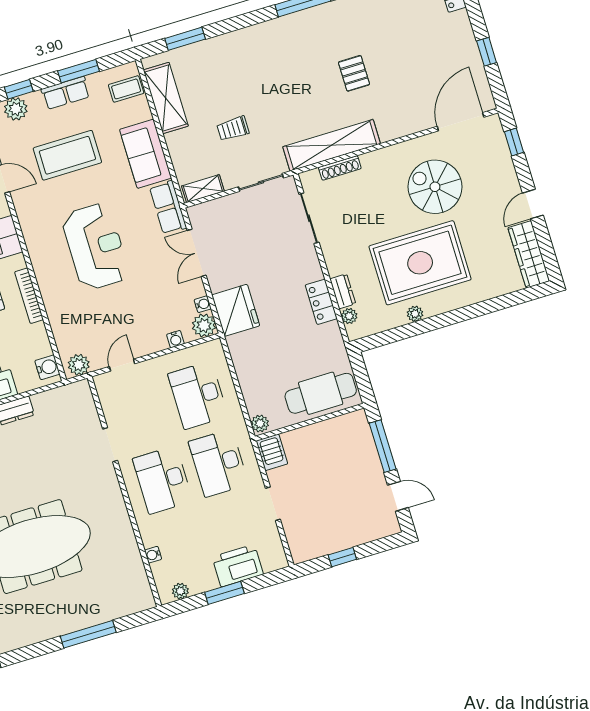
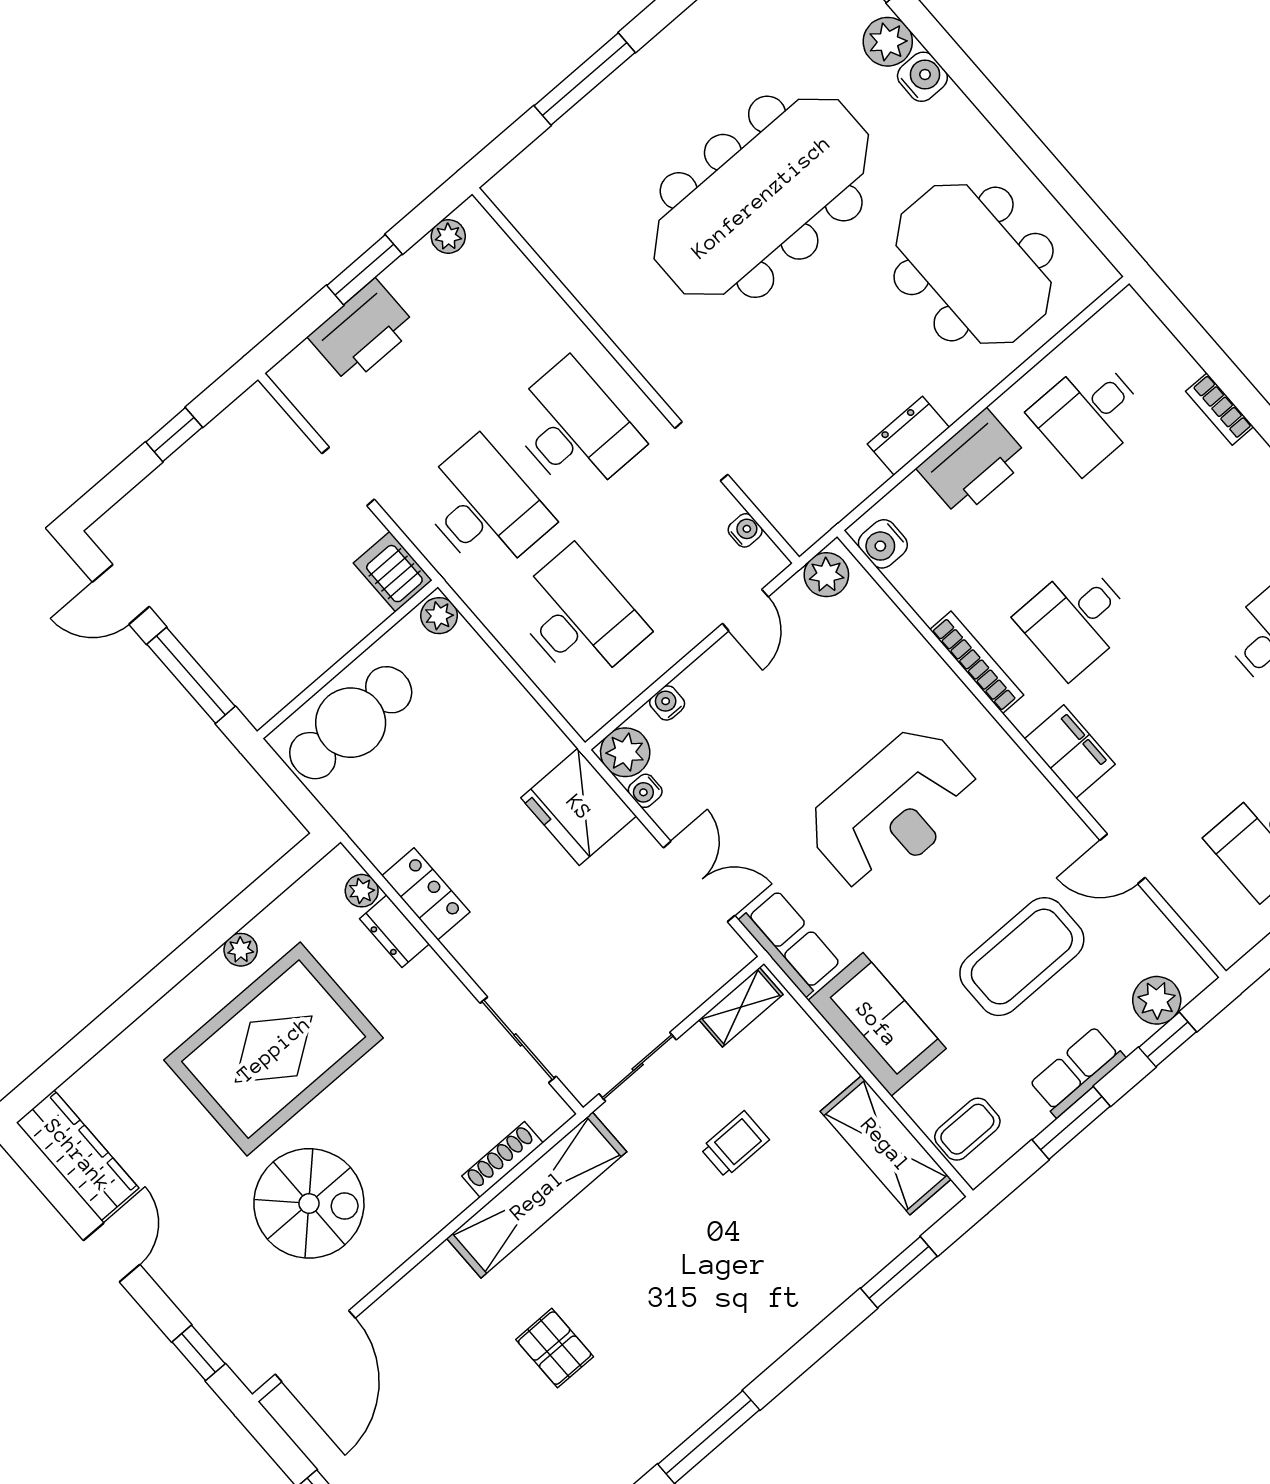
reception desk: (96, 247) -> (893, 809), turned -90
water cooler: (153, 555) -> (745, 530), moved

